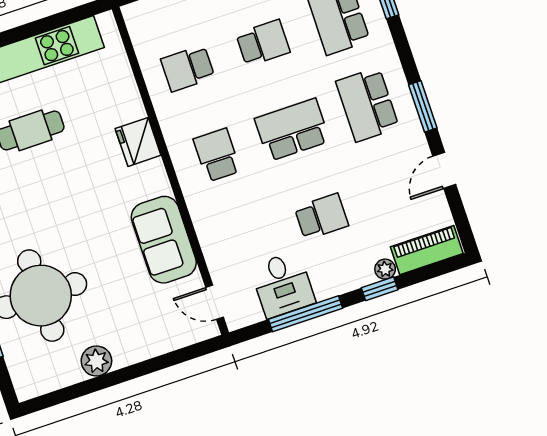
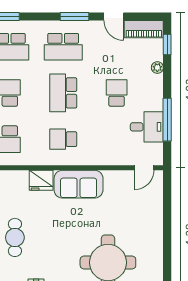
sofa: (164, 240) -> (79, 184), moved
piano: (427, 250) -> (144, 29), moved, turned -90
window: (380, 289) -> (167, 45), moved
plant: (96, 361) -> (154, 244), removed

